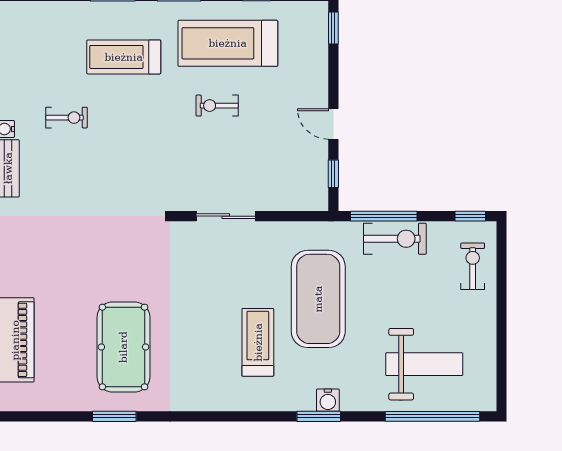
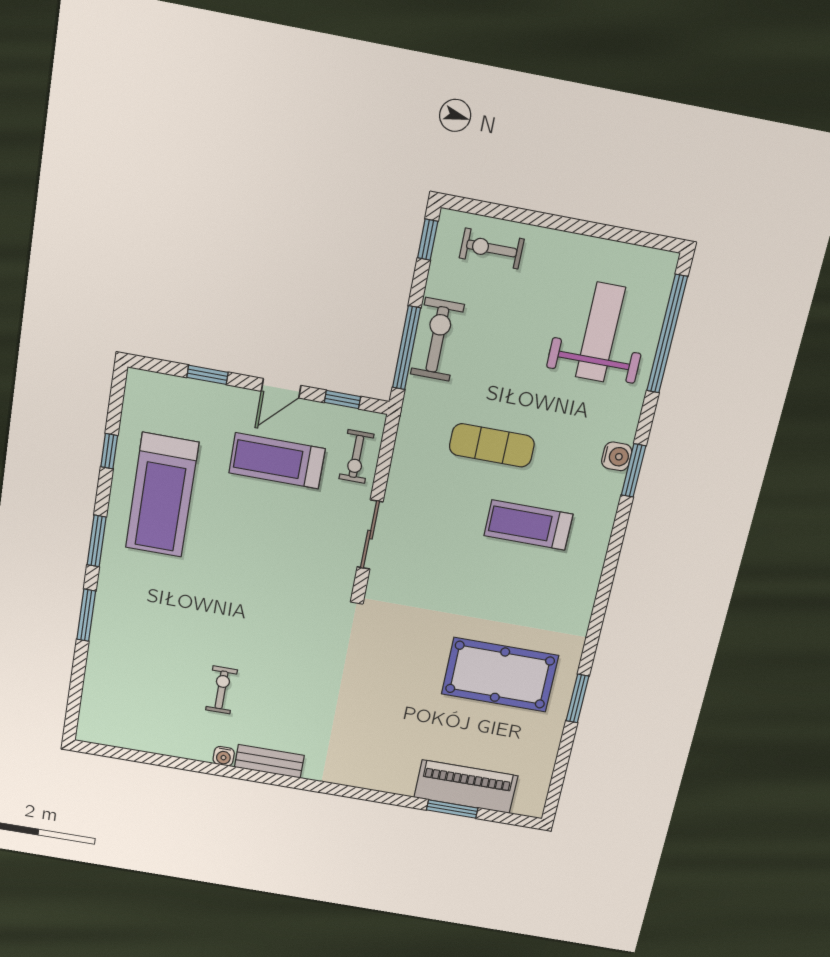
window: (333, 28) -> (207, 375), moved
treadmill: (124, 57) -> (277, 461), moved, turned 90
exercise bike: (217, 106) -> (356, 456), moved
exercise mat: (318, 299) -> (492, 445), width x0.50, depth x0.69

